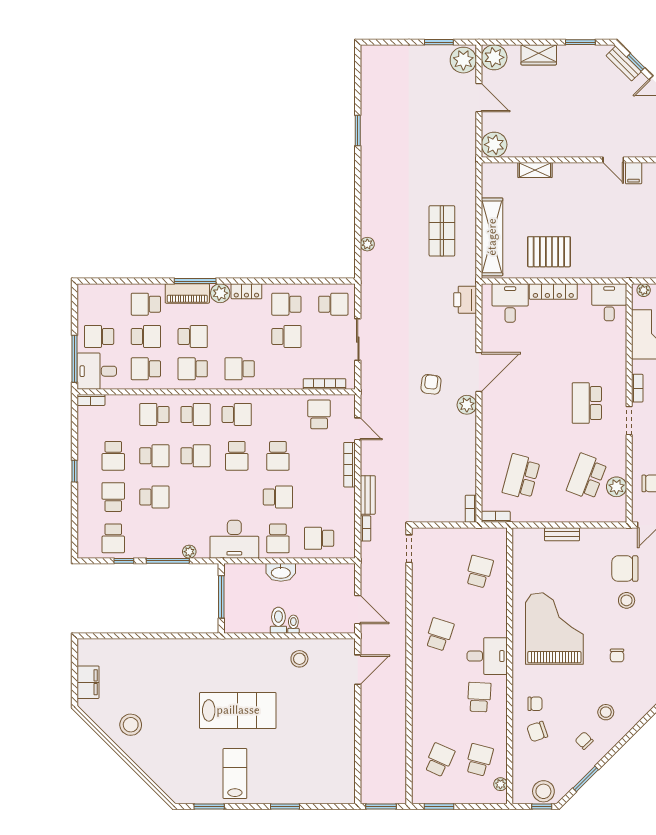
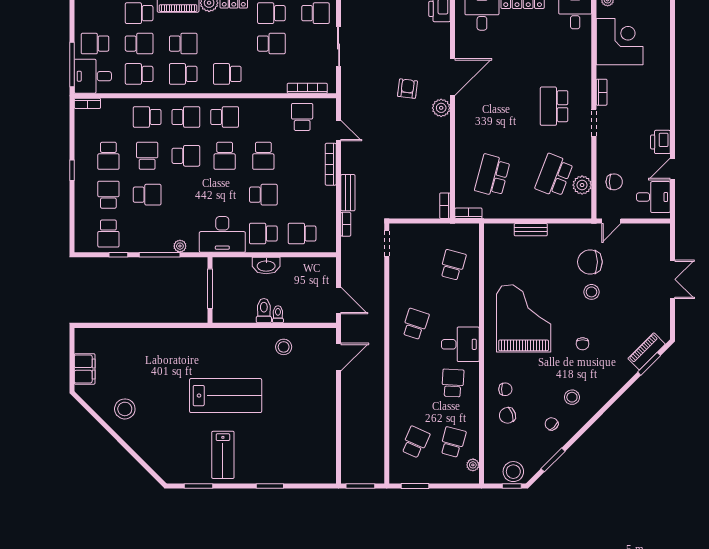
school desk: (154, 456) -> (147, 156), turned -90
school desk: (278, 538) -> (263, 234), turned 90
lab bench: (235, 773) -> (223, 455), turned 180

